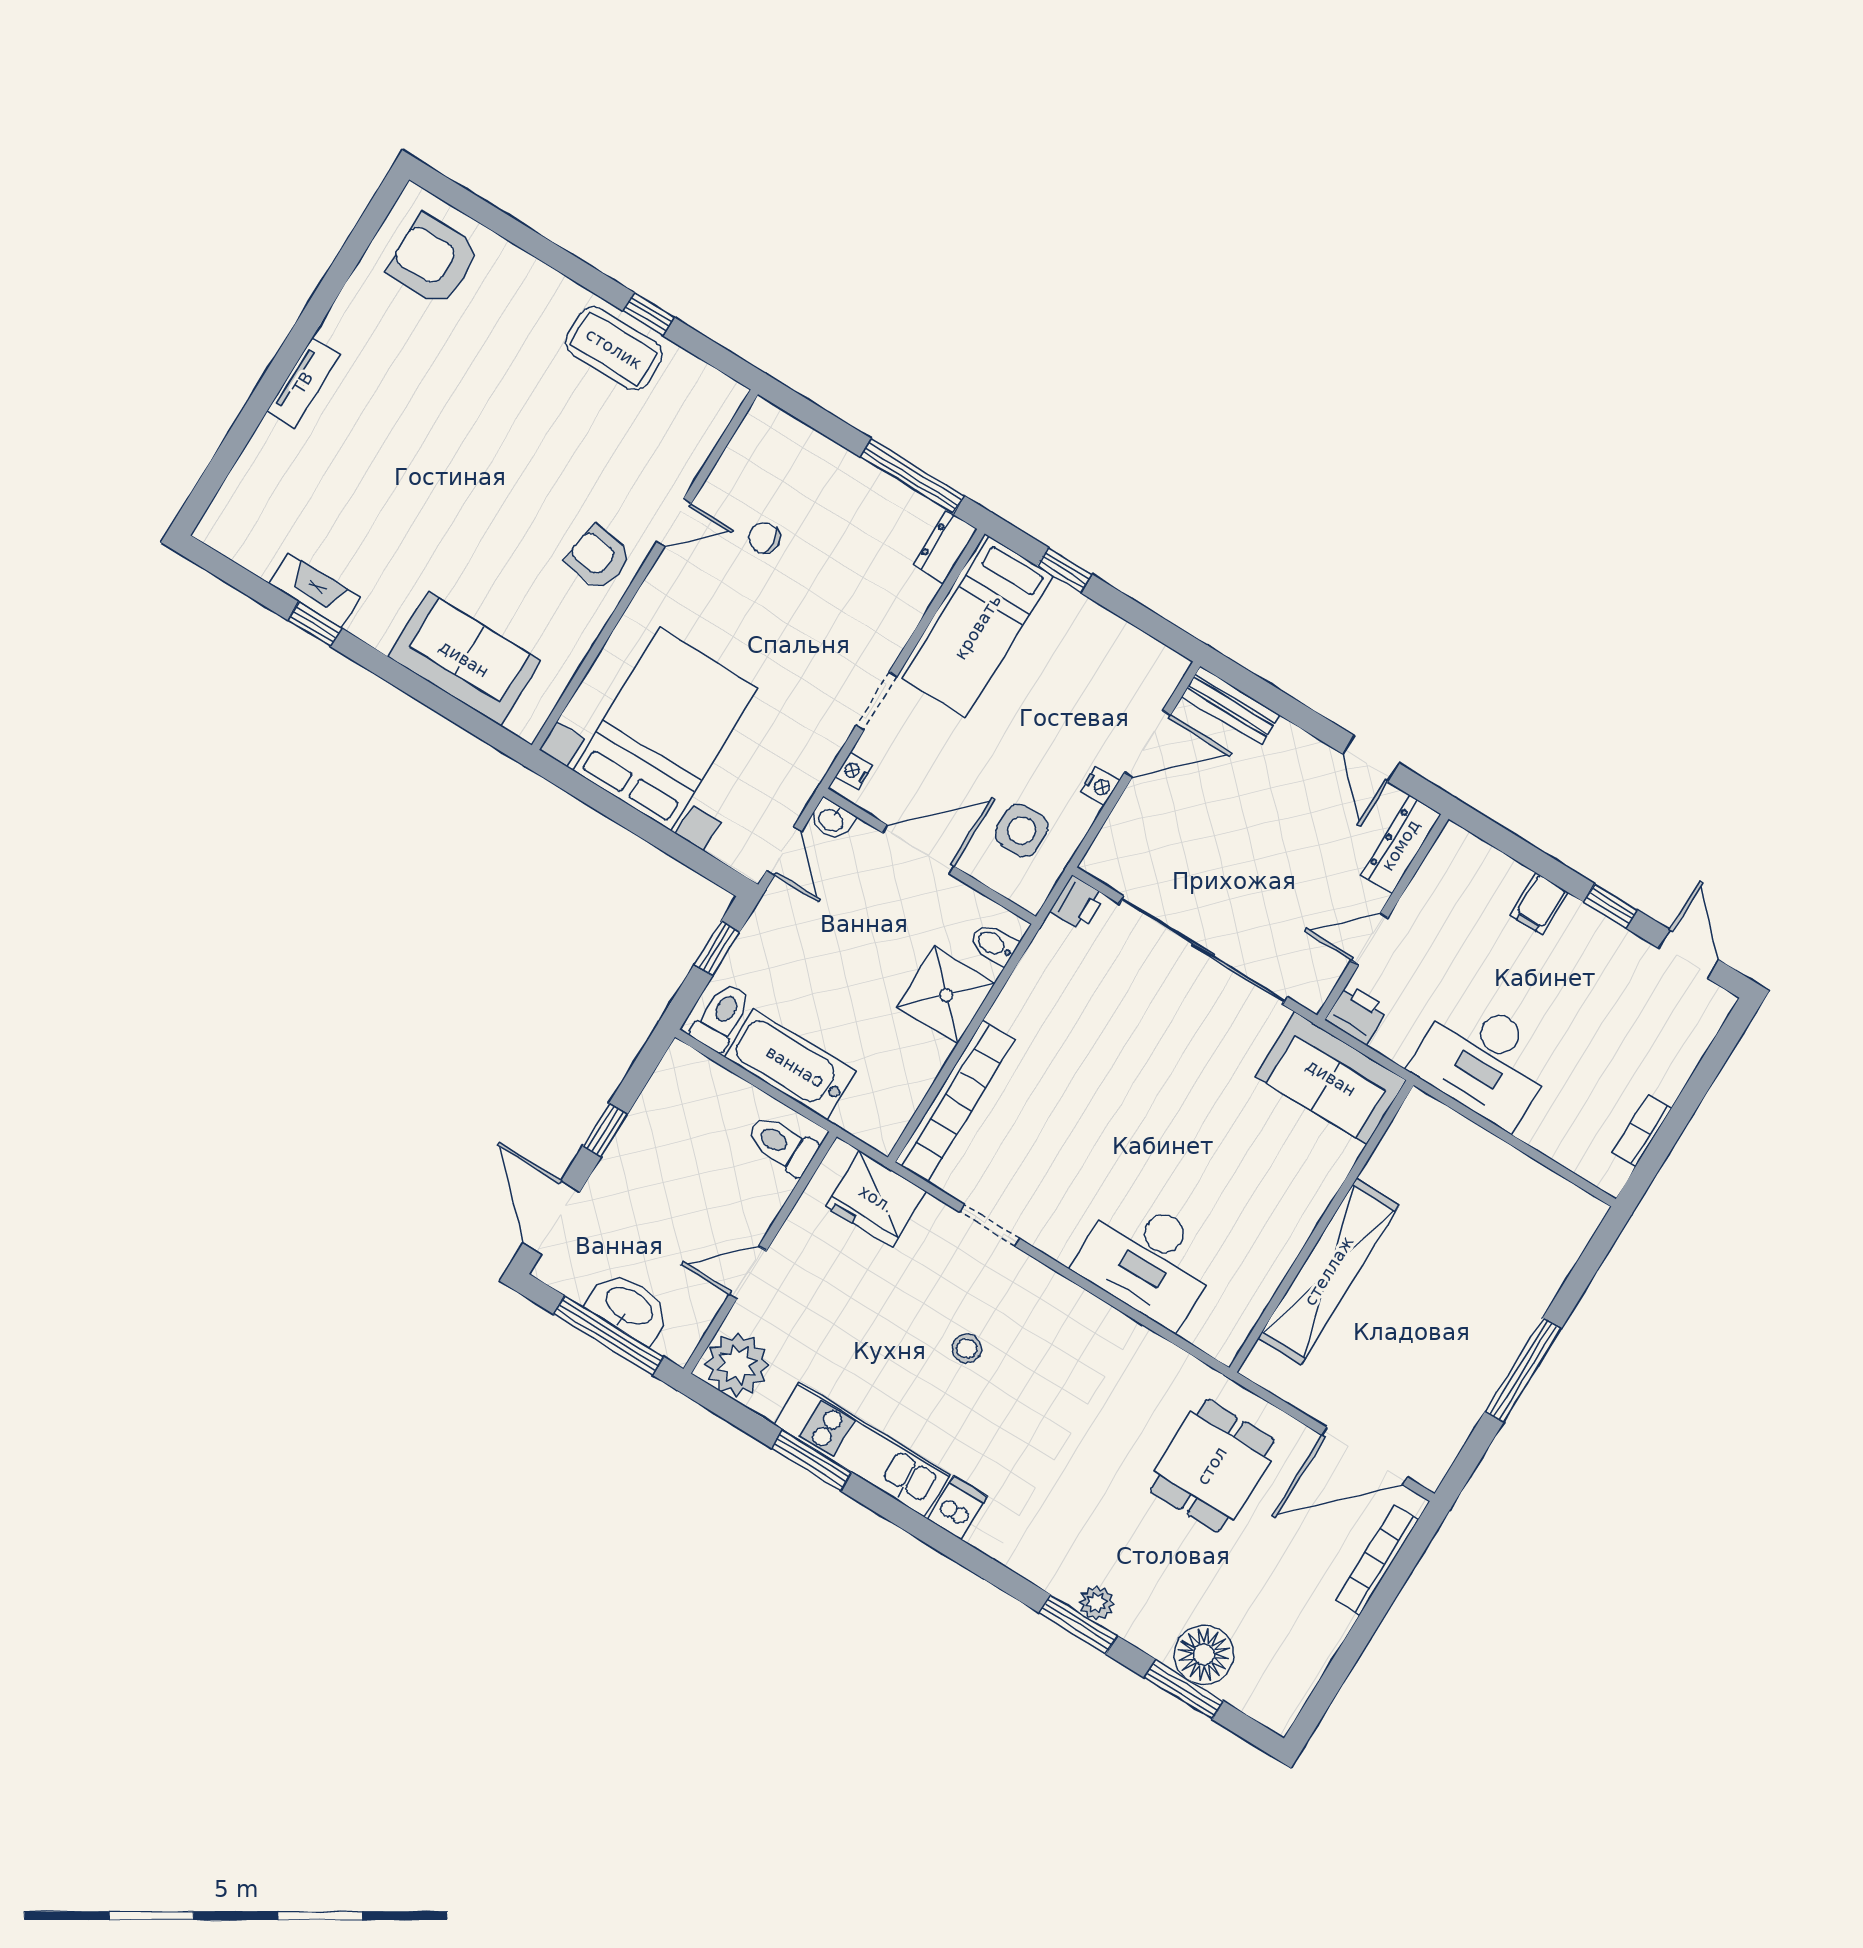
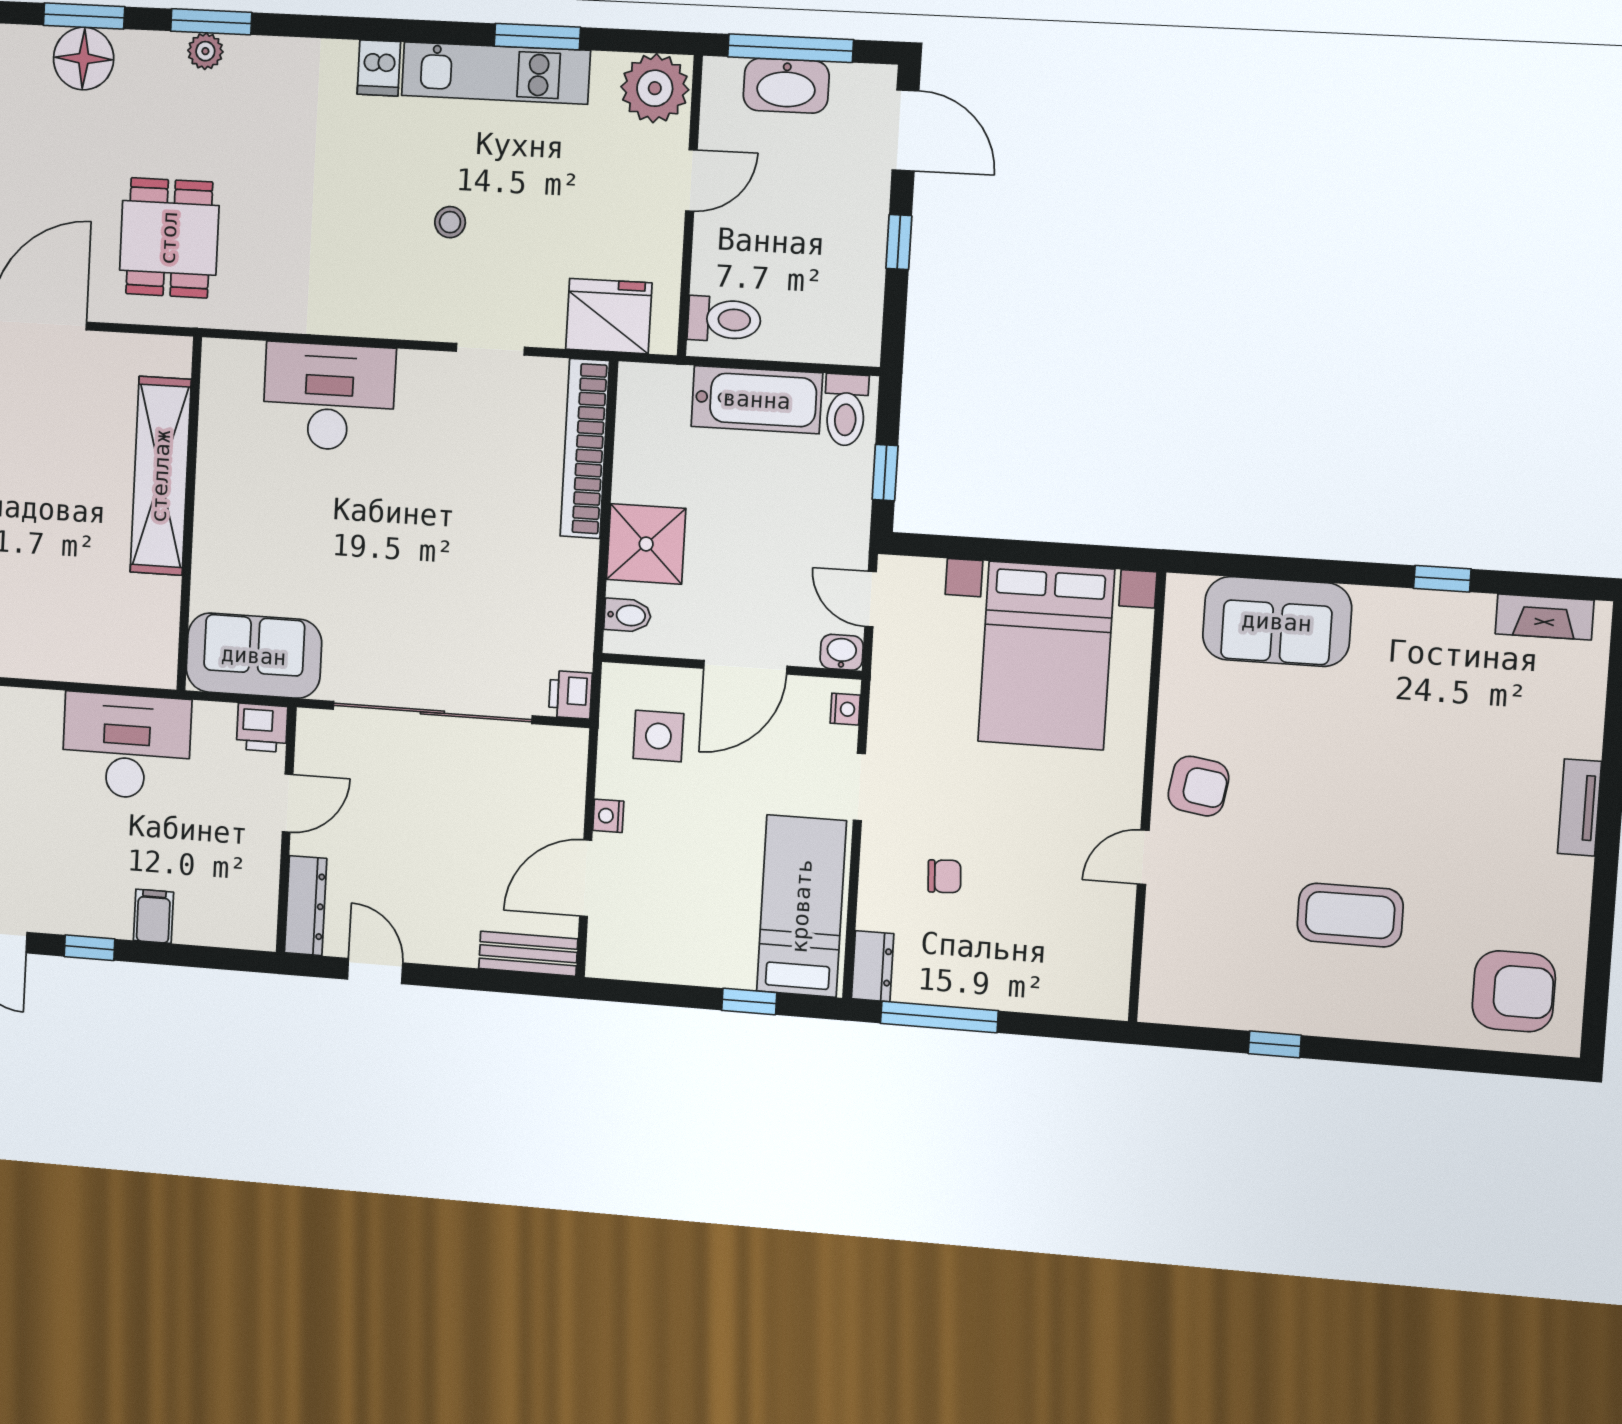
coffee table: (614, 349) -> (1350, 915), moved
chair: (764, 538) -> (945, 876), moved
fireplace: (315, 590) -> (1545, 617), moved

